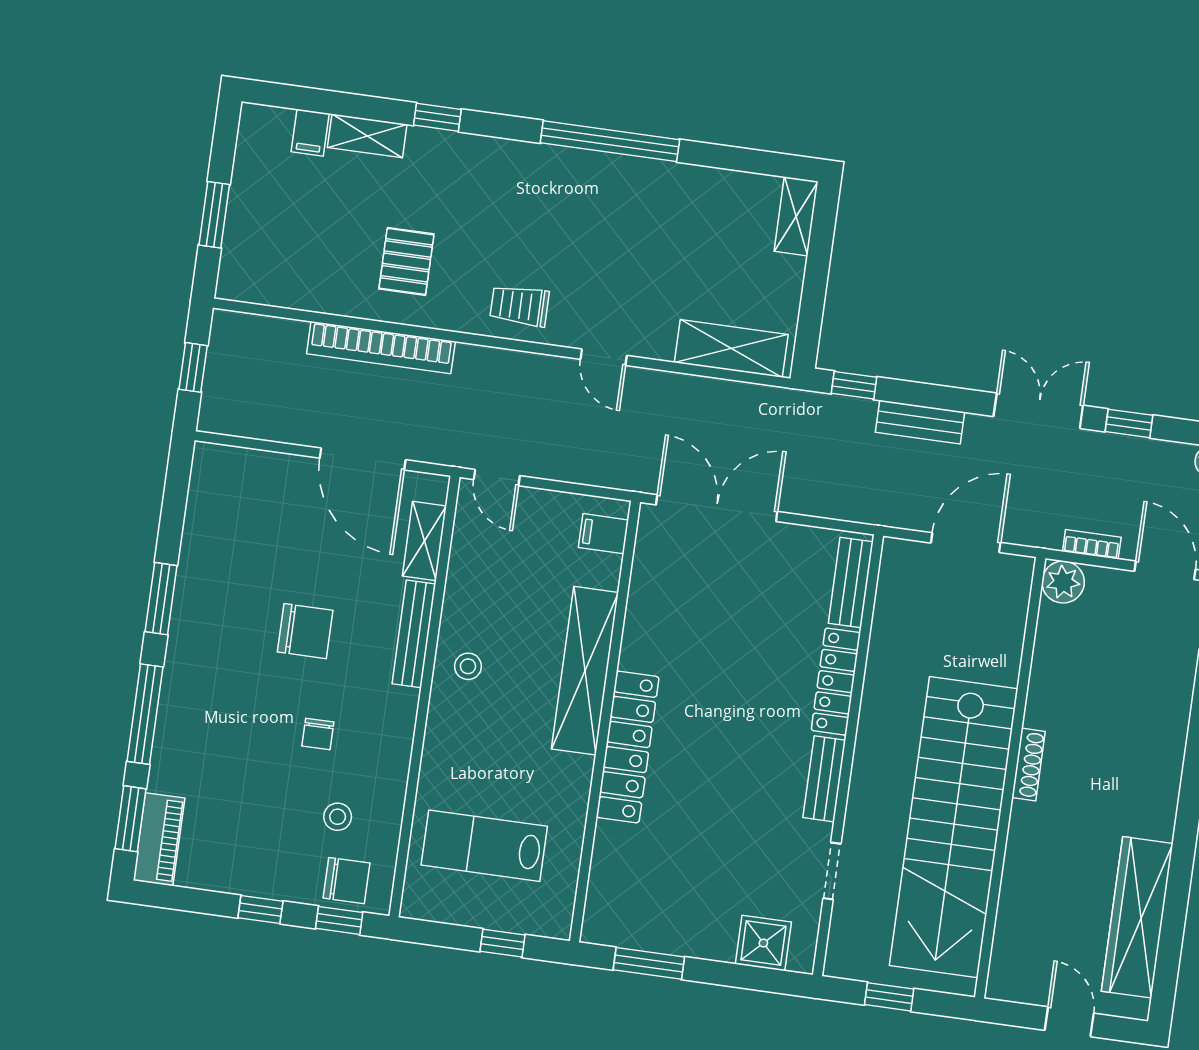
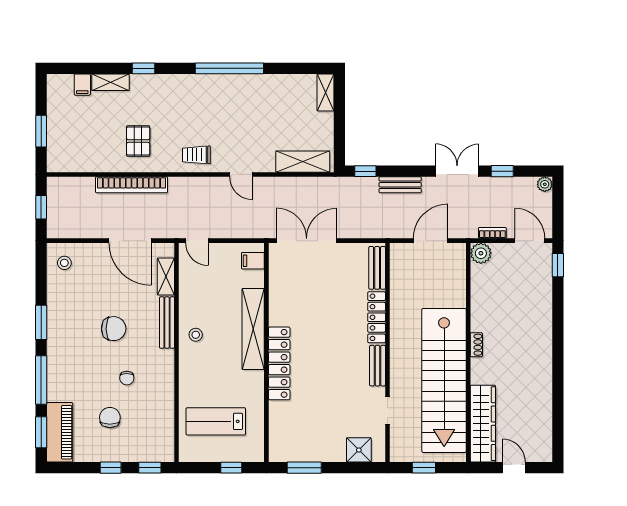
shoe rack: (1029, 764) -> (476, 345), width x0.70
stool: (338, 817) -> (64, 263), moved
piano: (159, 839) -> (60, 432), width x1.37, depth x1.33
chair: (347, 881) -> (110, 417), moved, turned -90
wardrobe: (1137, 917) -> (483, 424), moved, turned 180

